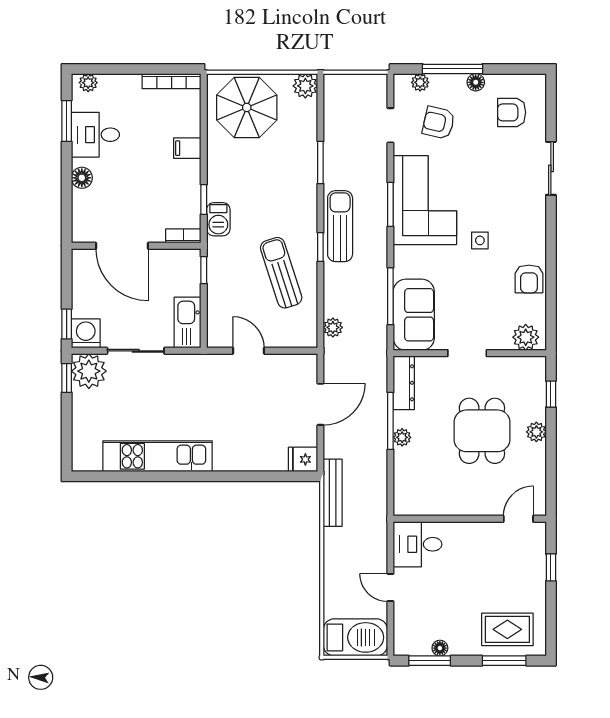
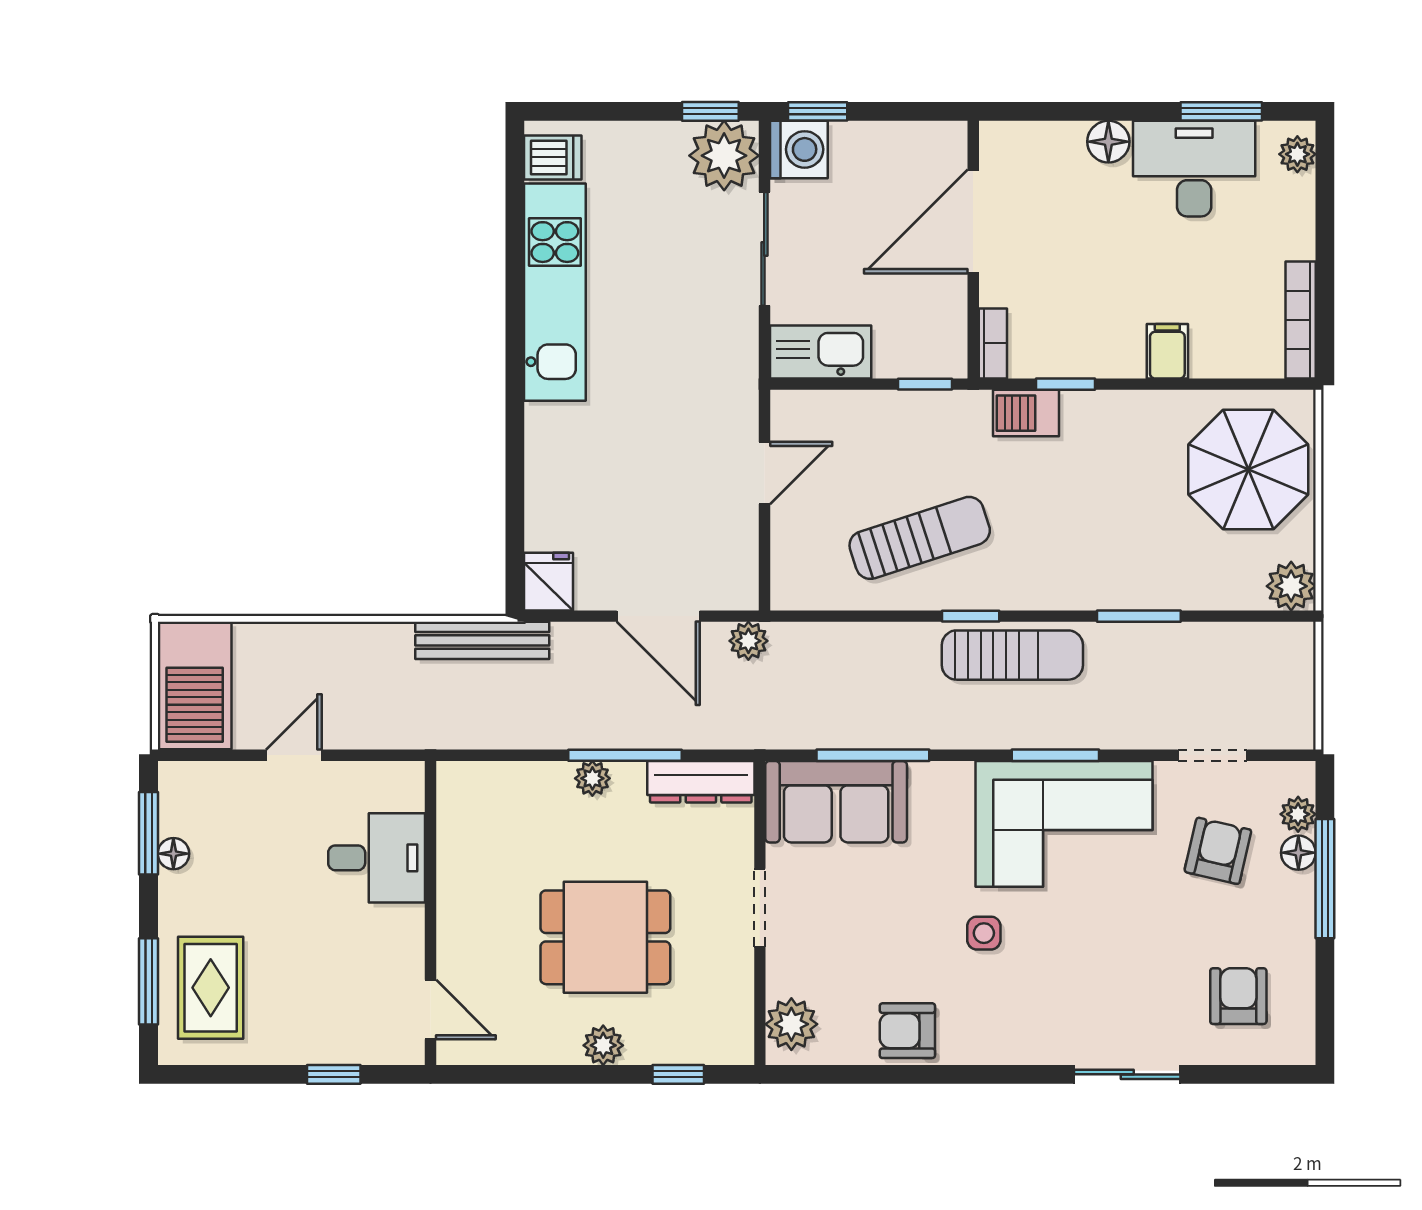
floor lamp: (476, 82) -> (1298, 853), moved
desk: (95, 135) -> (1194, 169), width x1.37
plant: (333, 327) -> (748, 641), moved
dishwasher: (90, 457) -> (553, 157), added
desk: (418, 544) -> (377, 858), moved, turned 90

